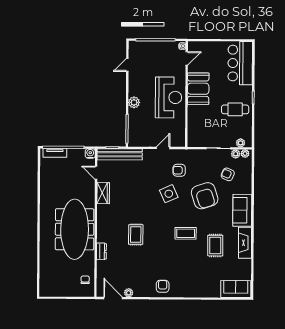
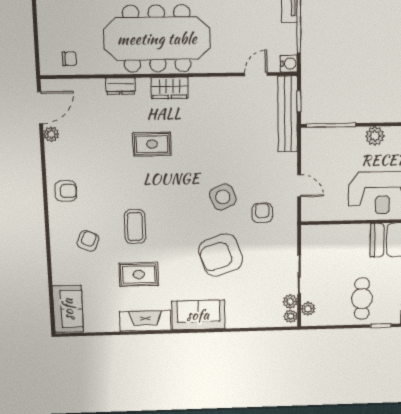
armchair: (228, 174) -> (88, 241), moved
wardrobe: (103, 193) -> (170, 88), moved
coffee table: (186, 233) -> (135, 227), moved

